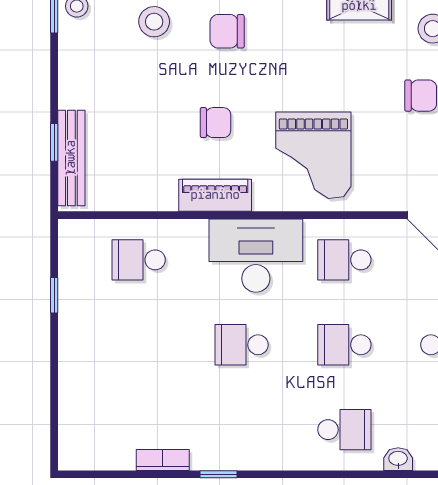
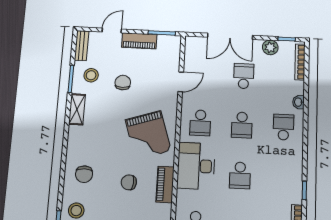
chair: (215, 123) -> (129, 182), turned -84
grand piano: (313, 155) -> (148, 135), turned 72

